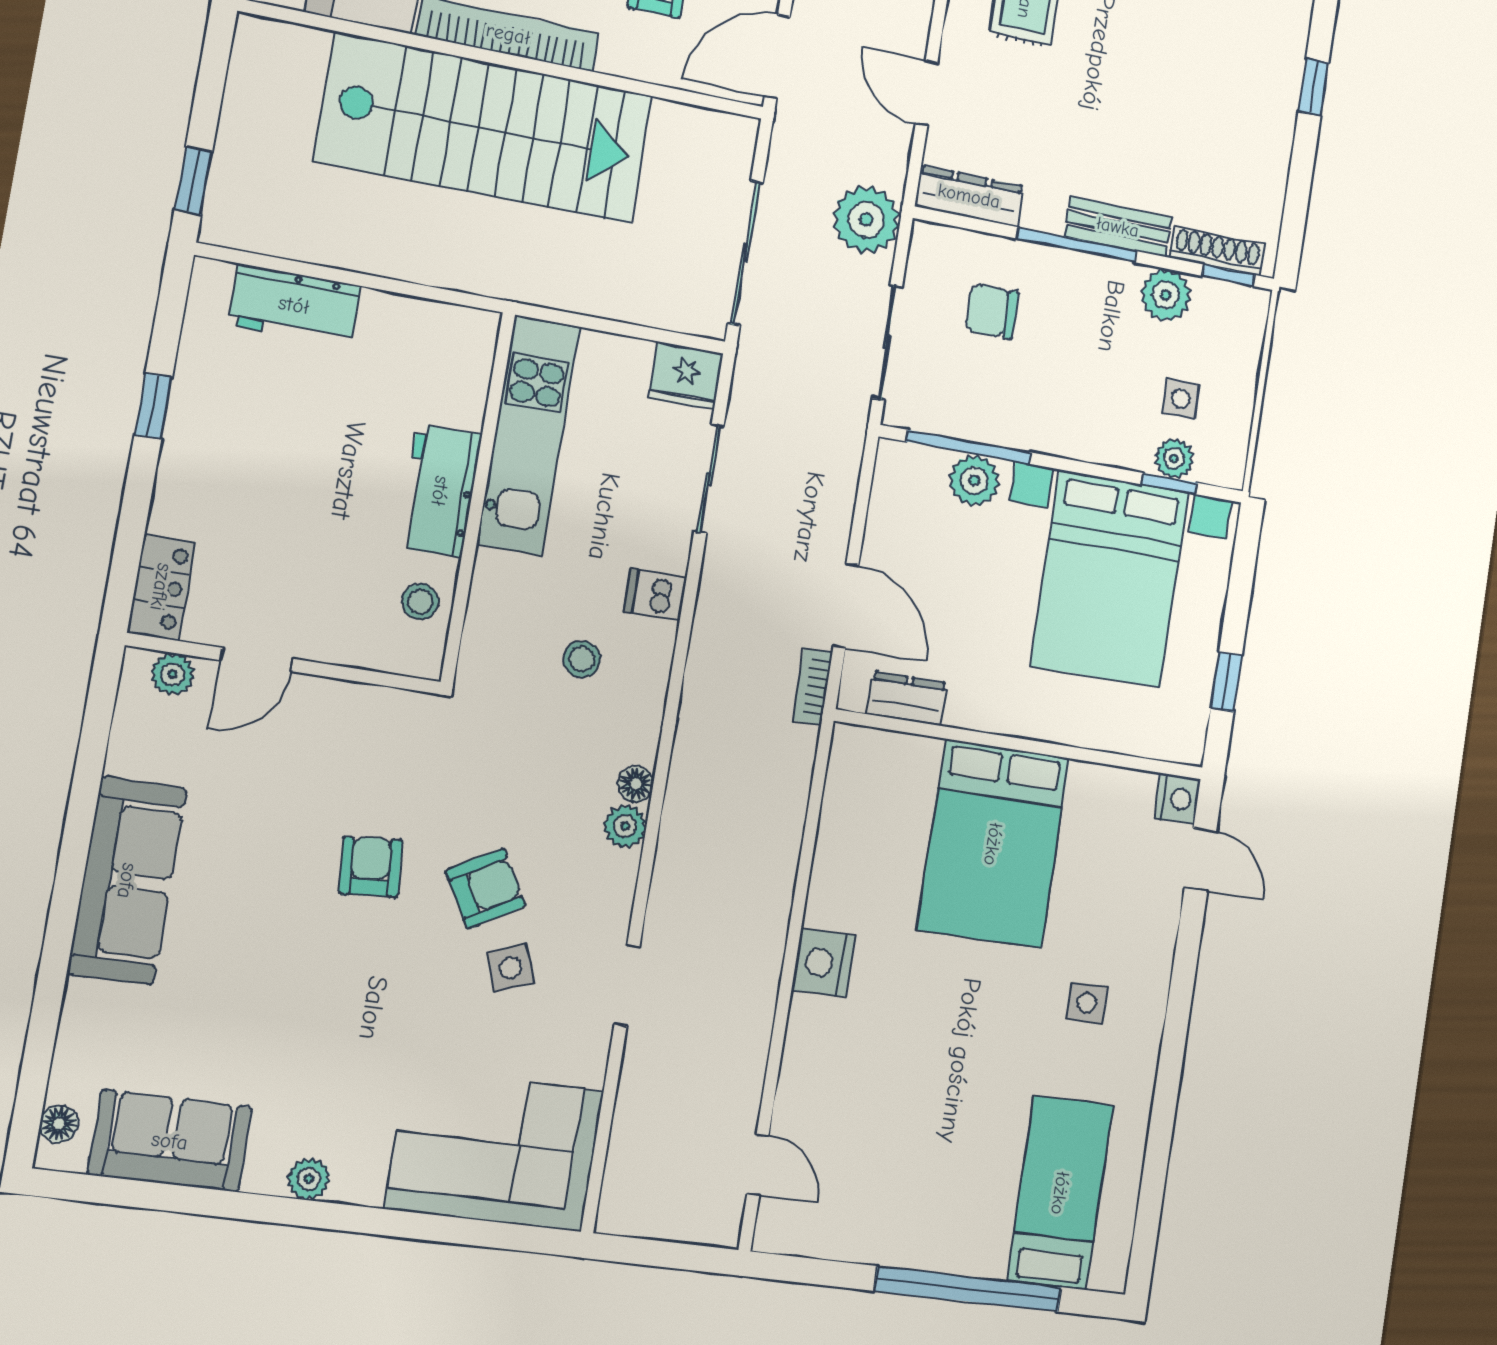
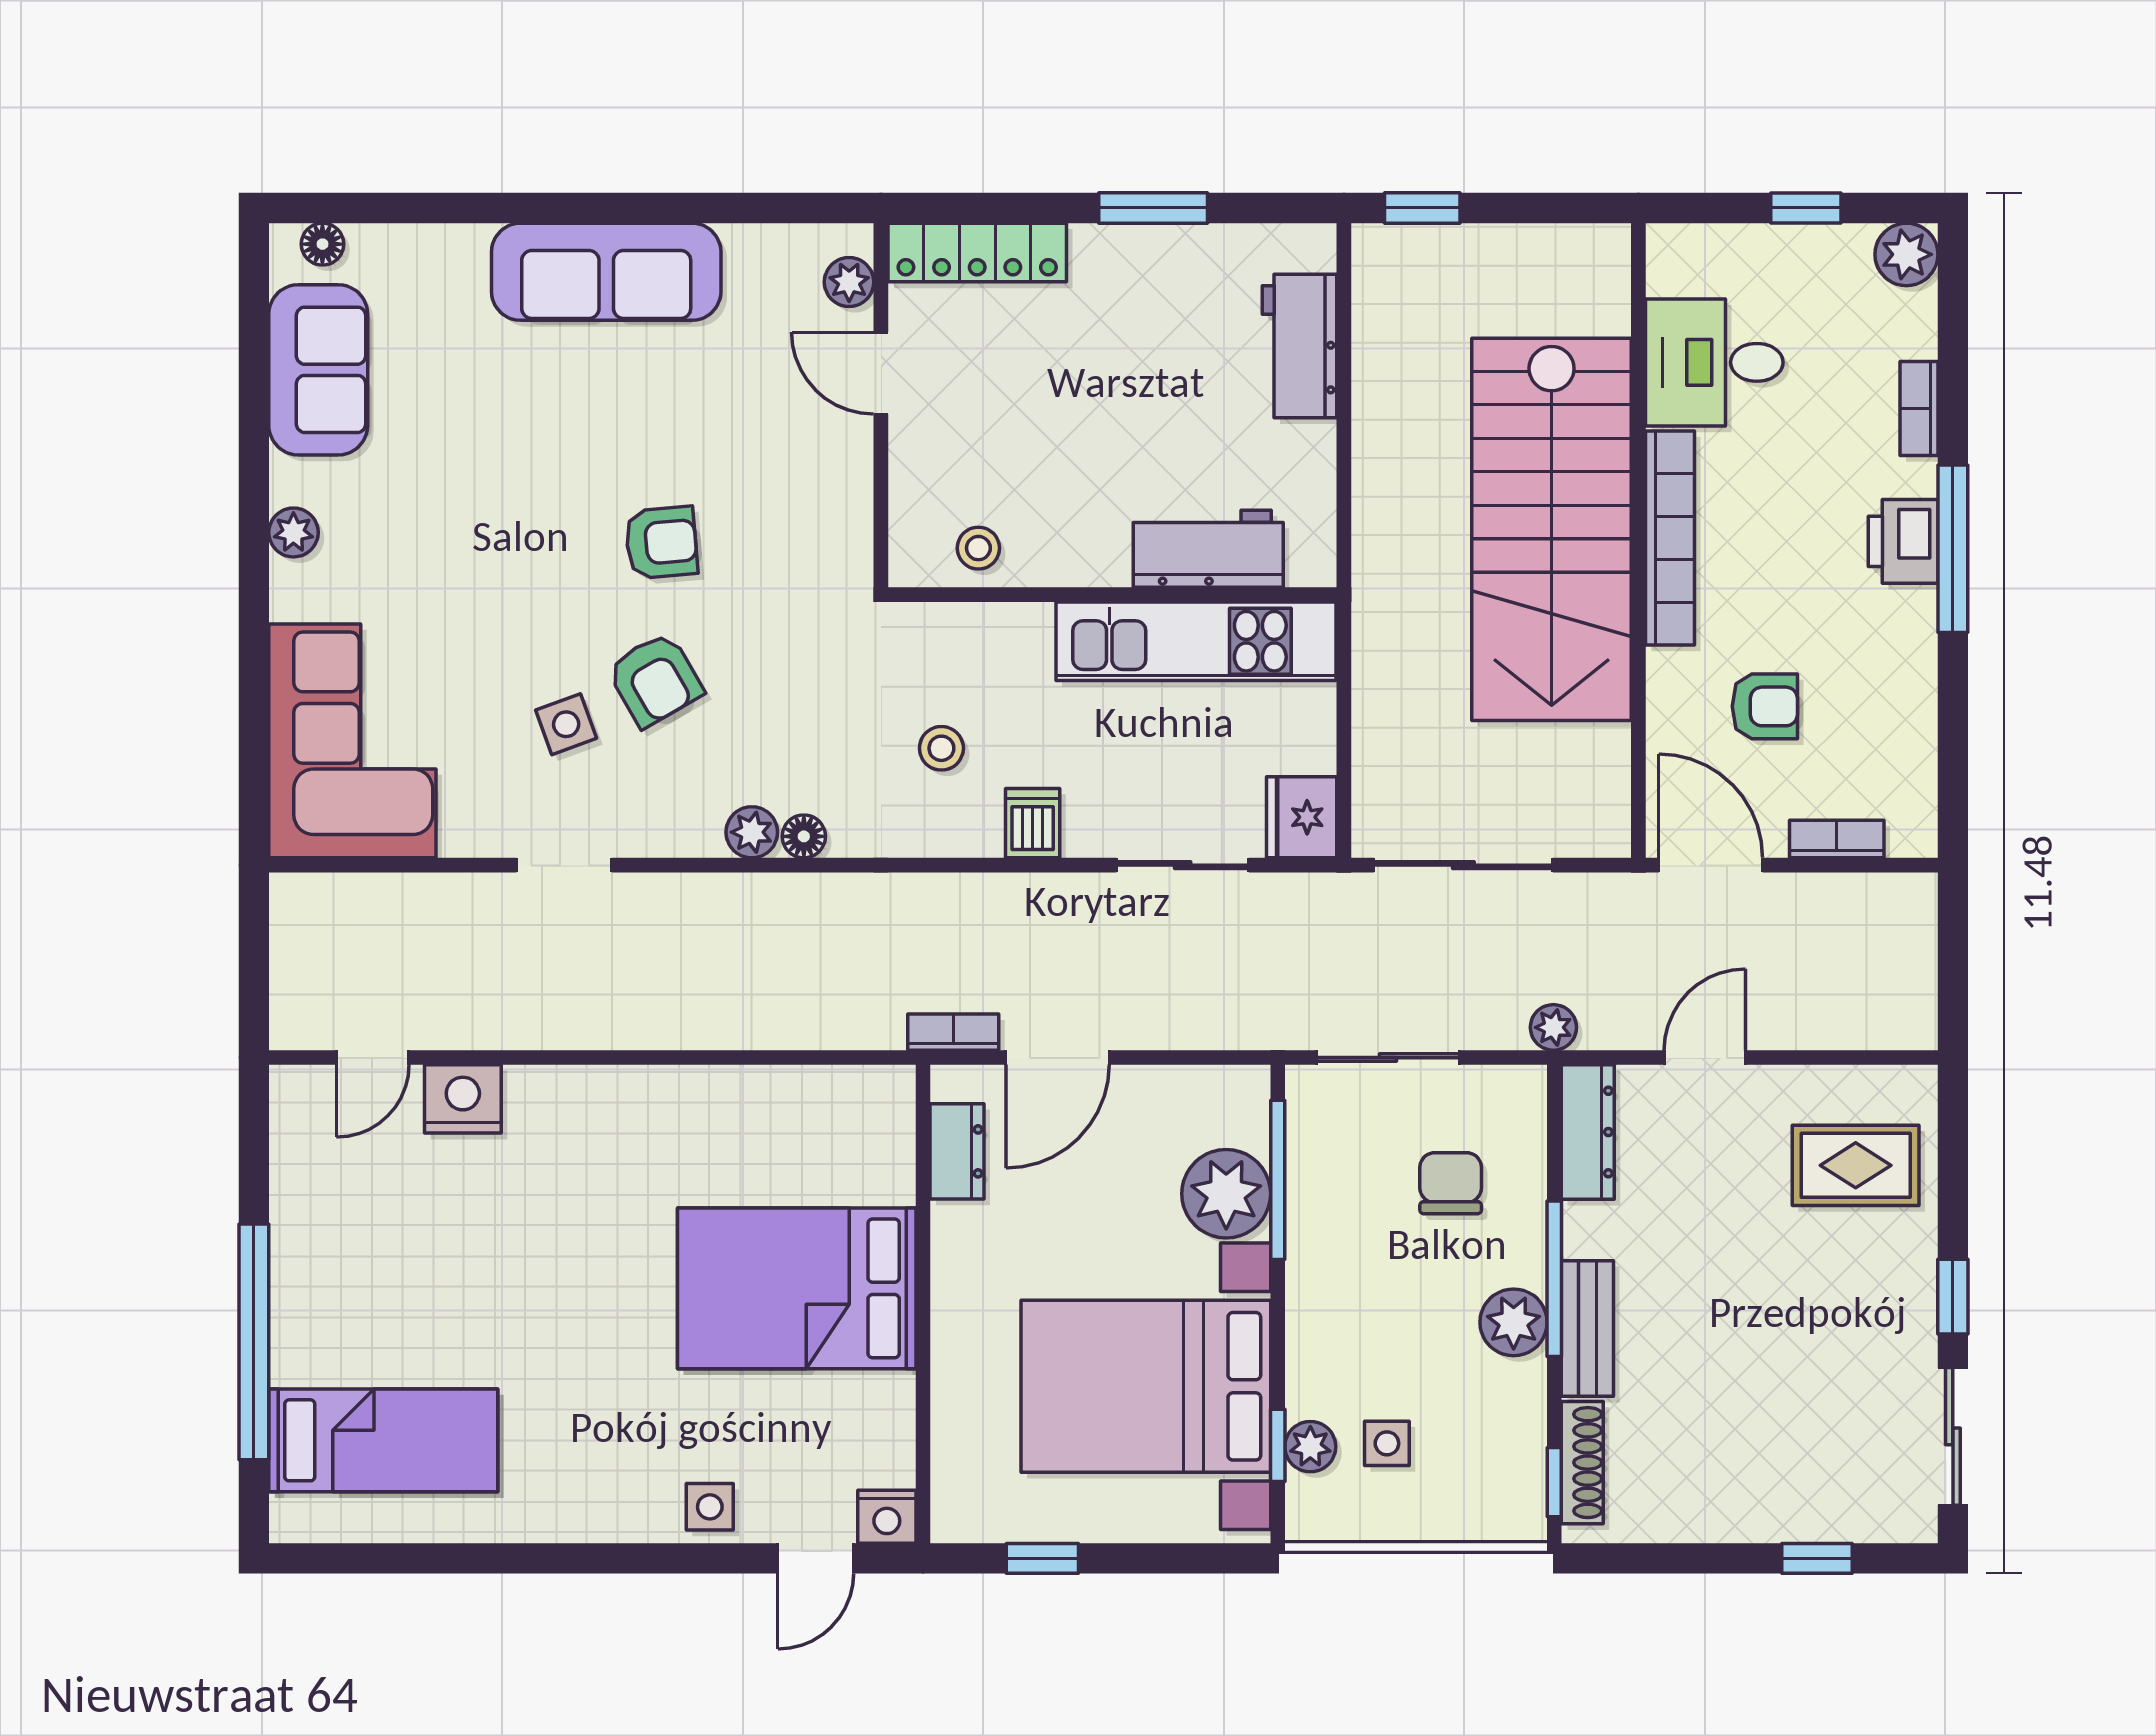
plant: (866, 220) -> (1553, 1027), width x0.53, depth x0.53
plant: (1166, 295) -> (1514, 1322), moved
window: (153, 406) -> (1153, 208), width x1.50
plant: (974, 480) -> (1226, 1194), width x1.36, depth x1.36
workbench: (440, 491) -> (1208, 549), moved
locker: (161, 587) -> (977, 253), width x1.53
nightstand: (823, 963) -> (463, 1099), moved
side table: (1087, 1003) -> (710, 1507), moved

